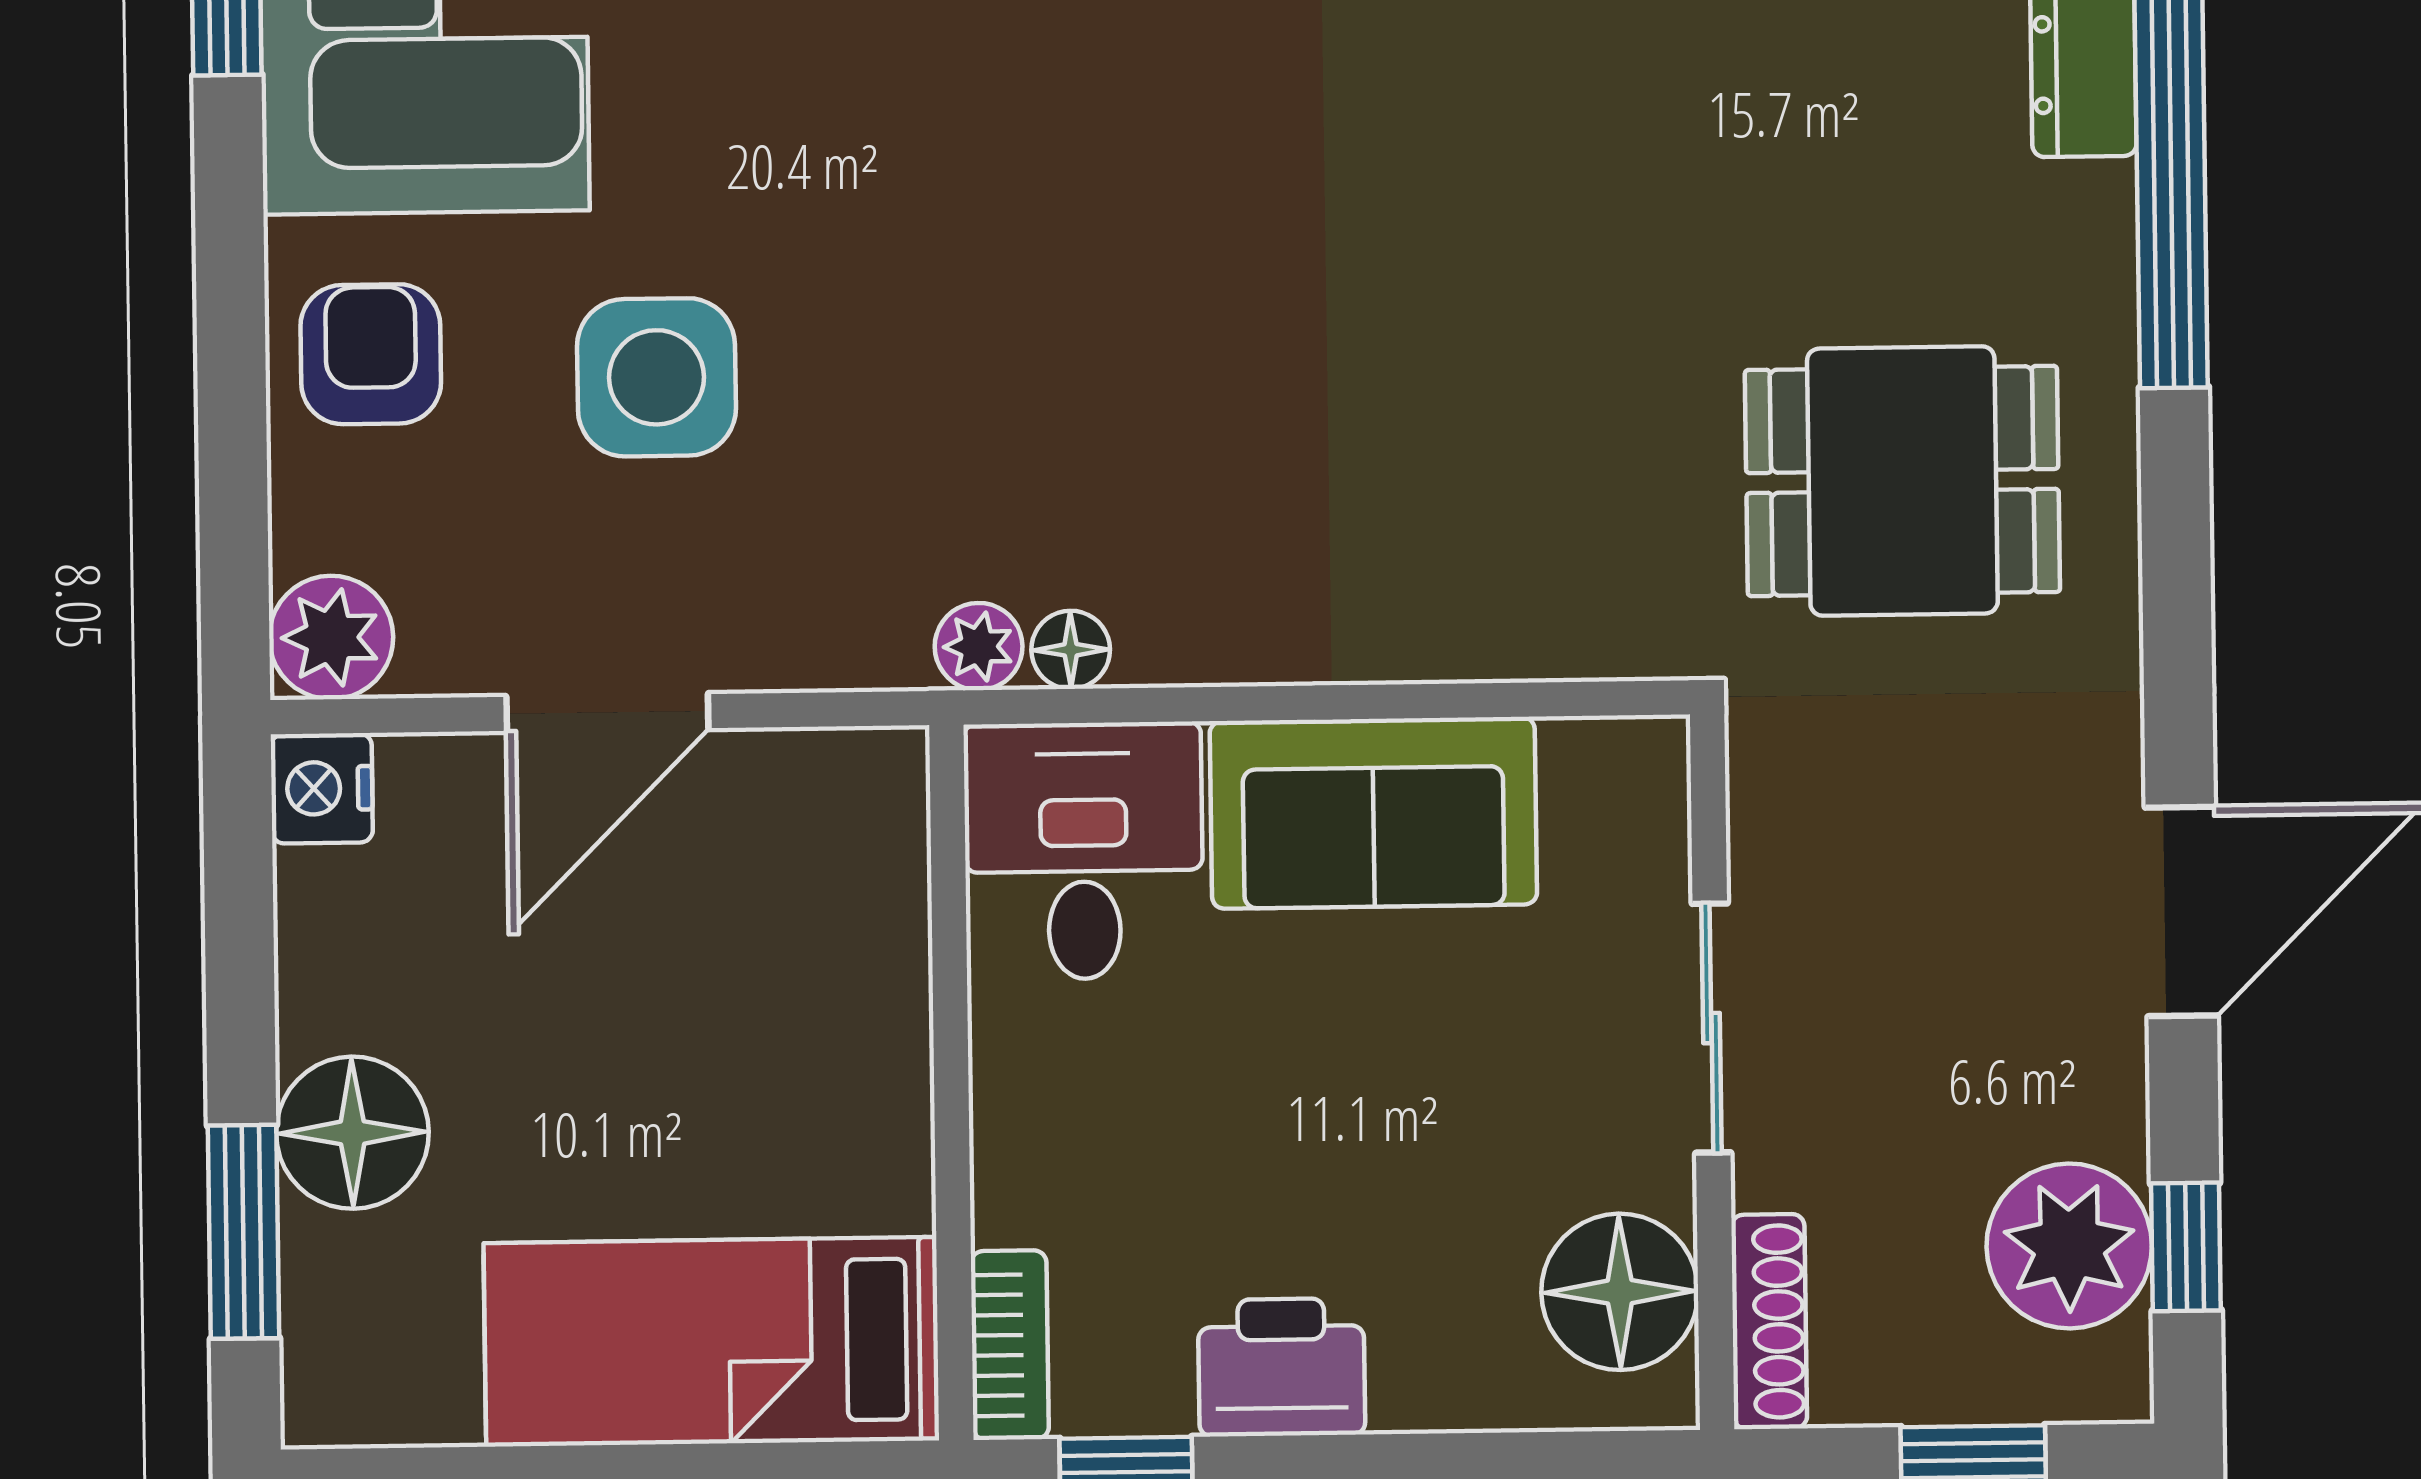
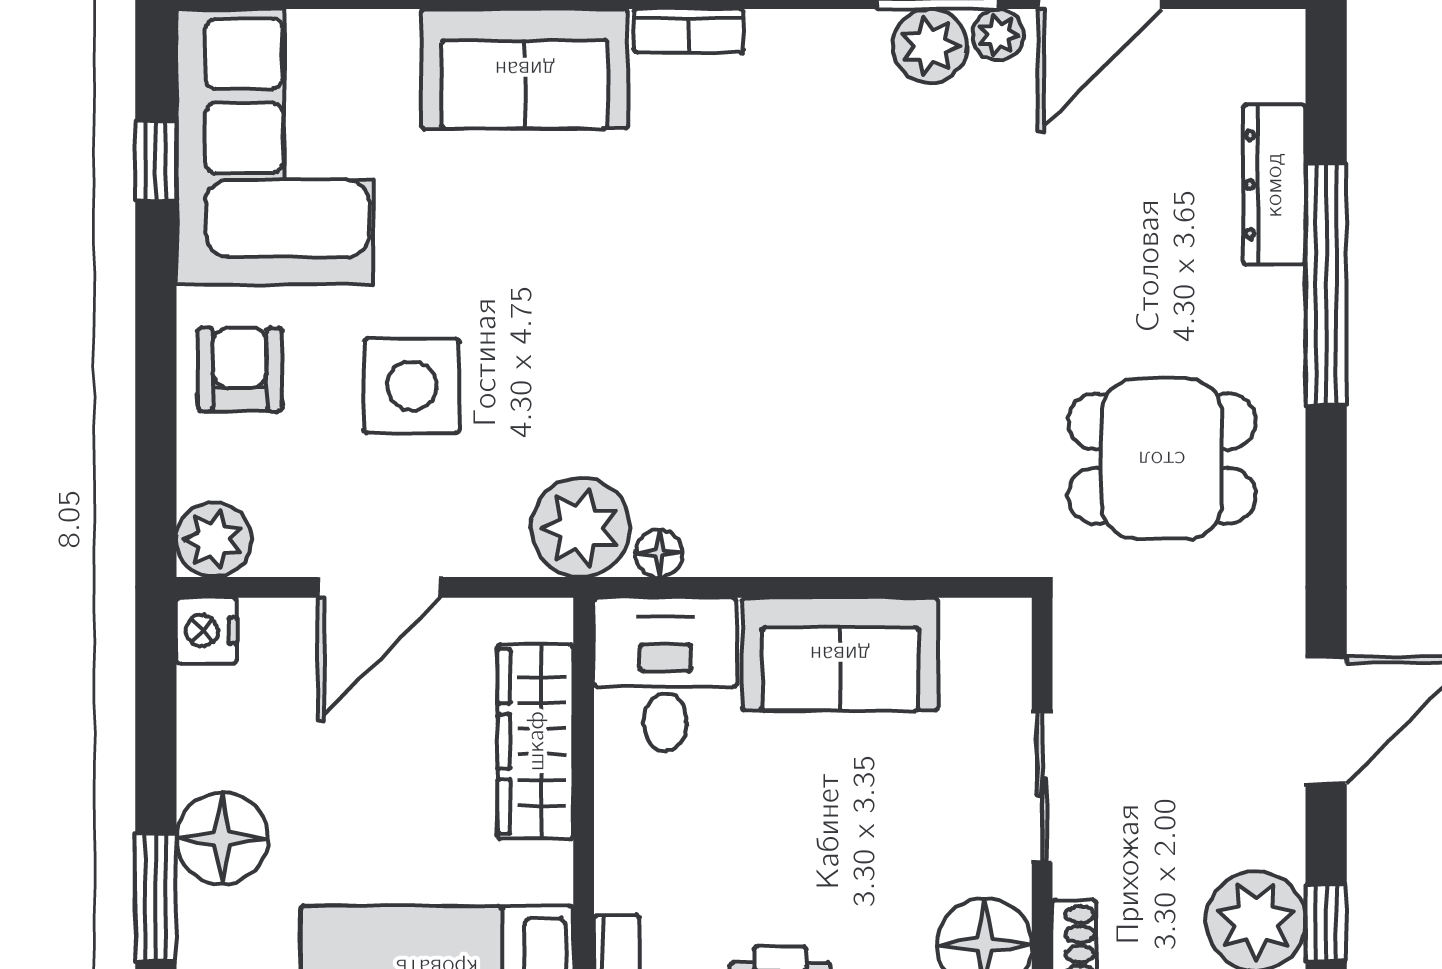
plant: (979, 647) -> (581, 528), width x1.87, depth x1.87
wardrobe: (870, 965) -> (536, 741), added

